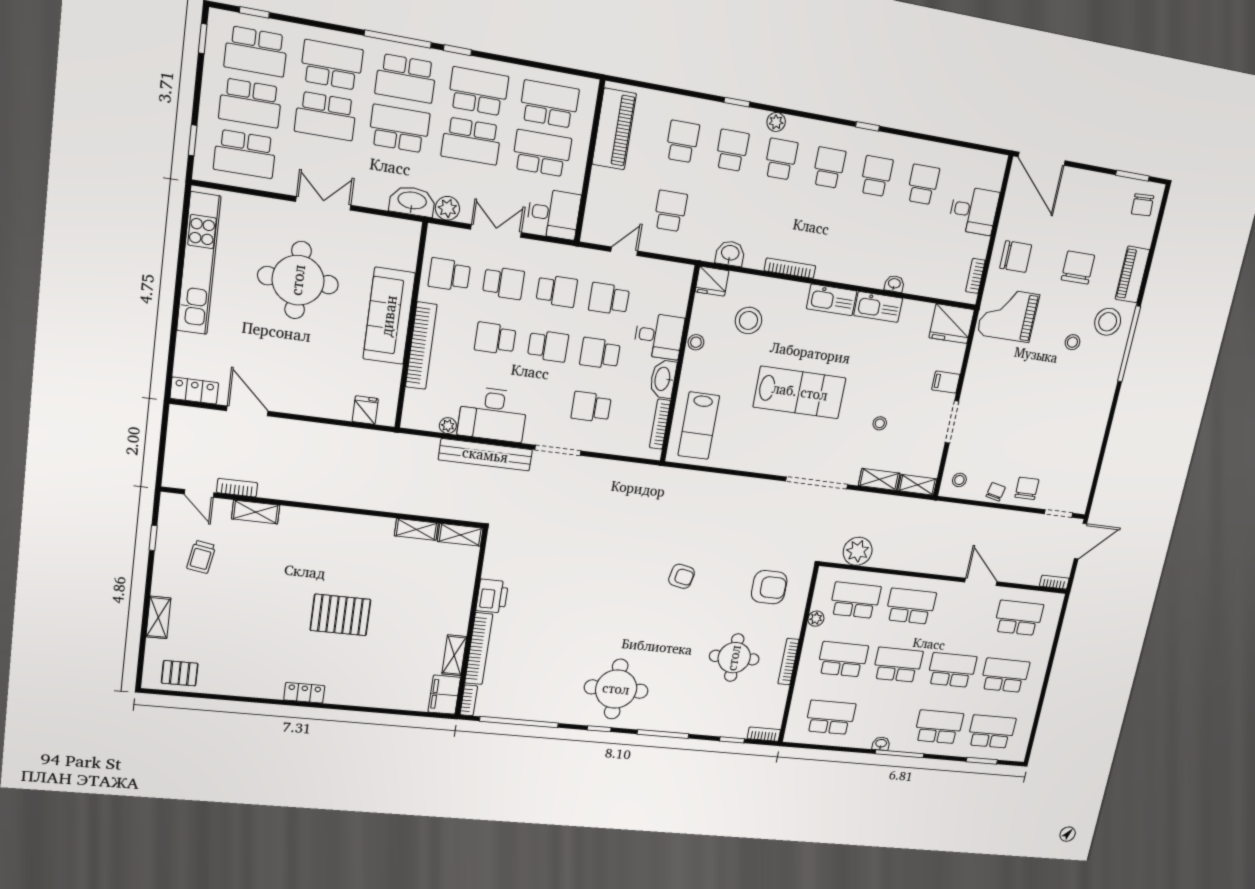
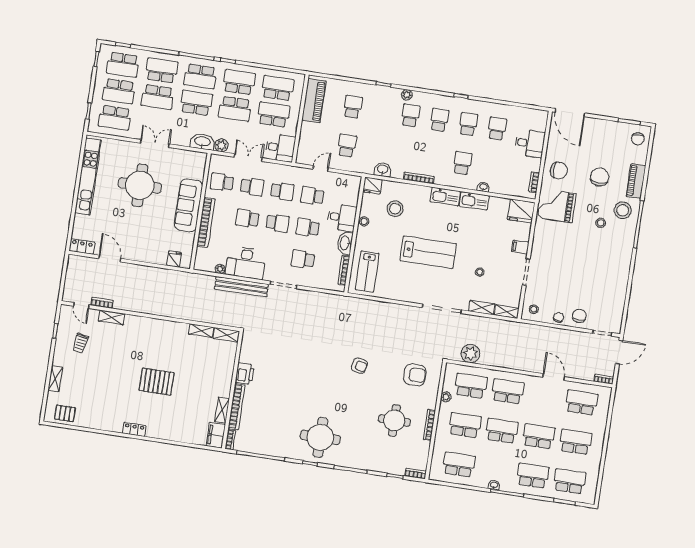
school desk: (732, 150) -> (462, 163), moved

